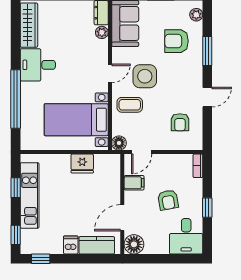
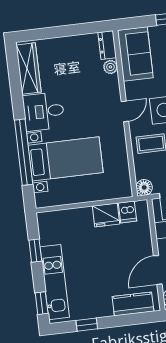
bed with nightstands: (76, 120) -> (66, 159), moved, turned 180
kitchen unit: (30, 195) -> (55, 282), moved
dishwasher: (71, 245) -> (128, 212), moved, turned 180
window: (41, 259) -> (87, 325), moved

